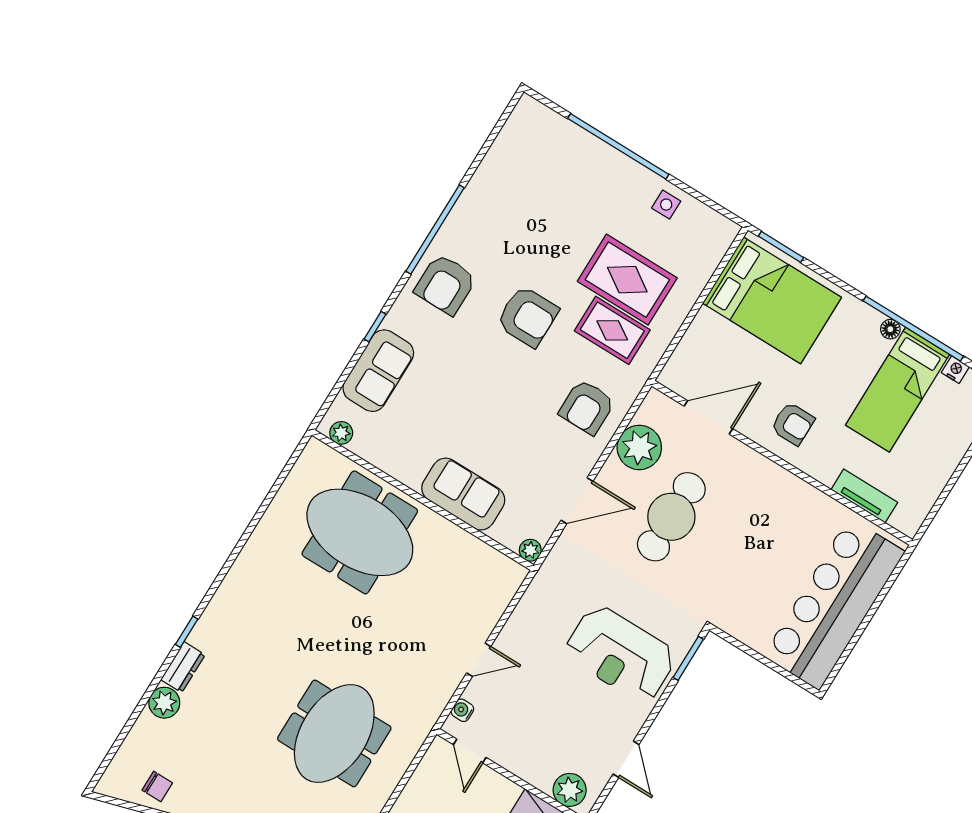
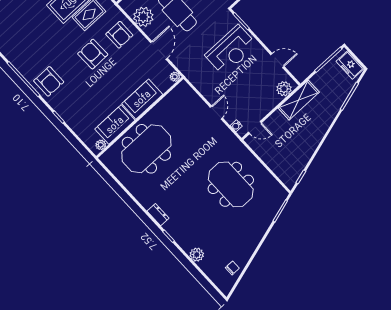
armchair: (527, 316) -> (93, 54), moved, turned -91
sofa: (378, 371) -> (115, 125), moved, turned -90
dresser: (183, 667) -> (158, 215), moved

